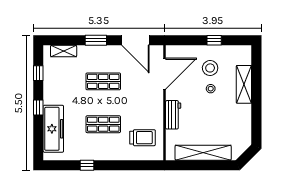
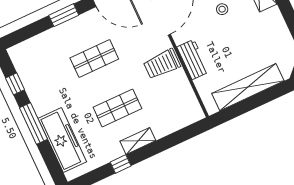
shelving: (64, 51) -> (138, 141), moved
window: (38, 107) -> (34, 123), width x2.17
trolley: (143, 138) -> (162, 64), moved, turned 180

